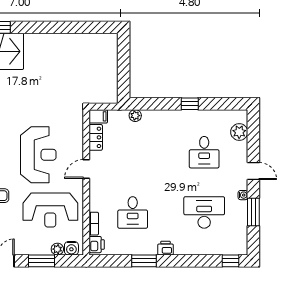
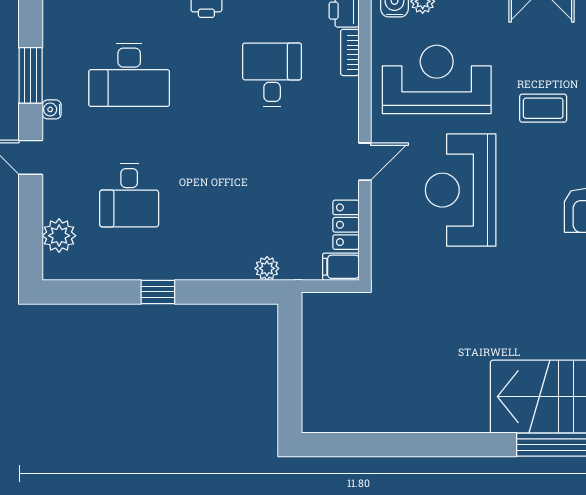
desk: (204, 152) -> (129, 195), turned 180

